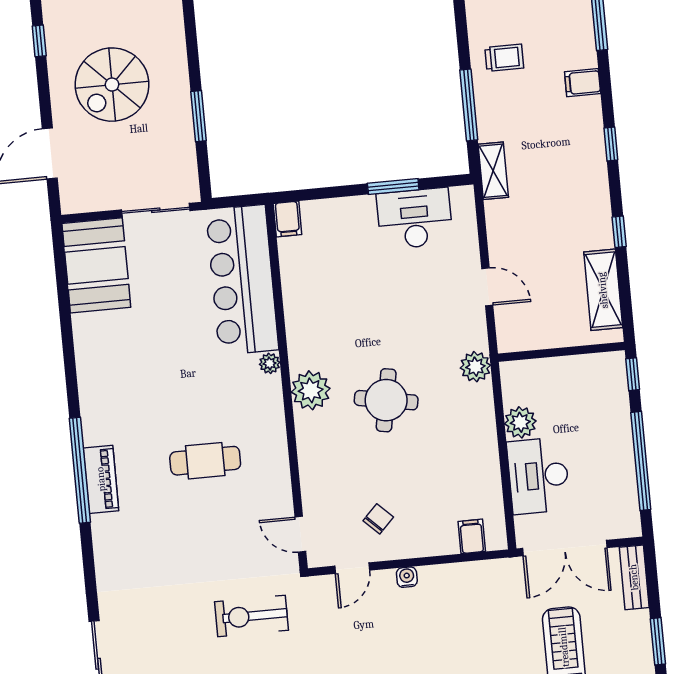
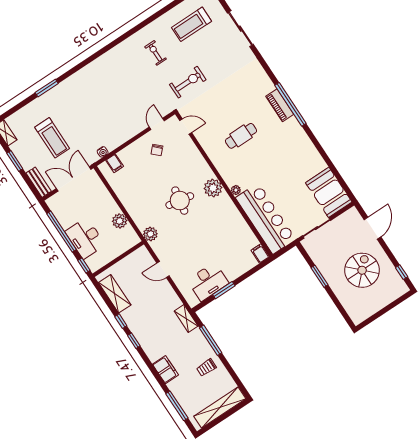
filing cabinet: (583, 83) -> (165, 370), width x2.00
window: (611, 144) -> (134, 341), moved
desk: (538, 476) -> (85, 238), moved, turned 180
water cooler: (407, 577) -> (103, 152), moved

